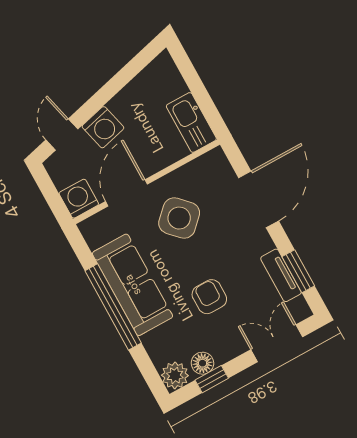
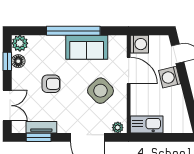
plant: (219, 163) -> (118, 128), added
sofa: (132, 285) -> (87, 47), width x0.73

